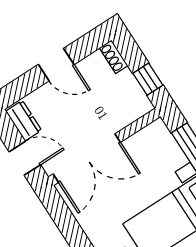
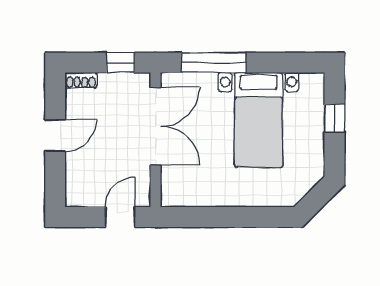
dresser: (24, 121) -> (86, 197), removed
double door: (87, 158) -> (156, 126), moved

